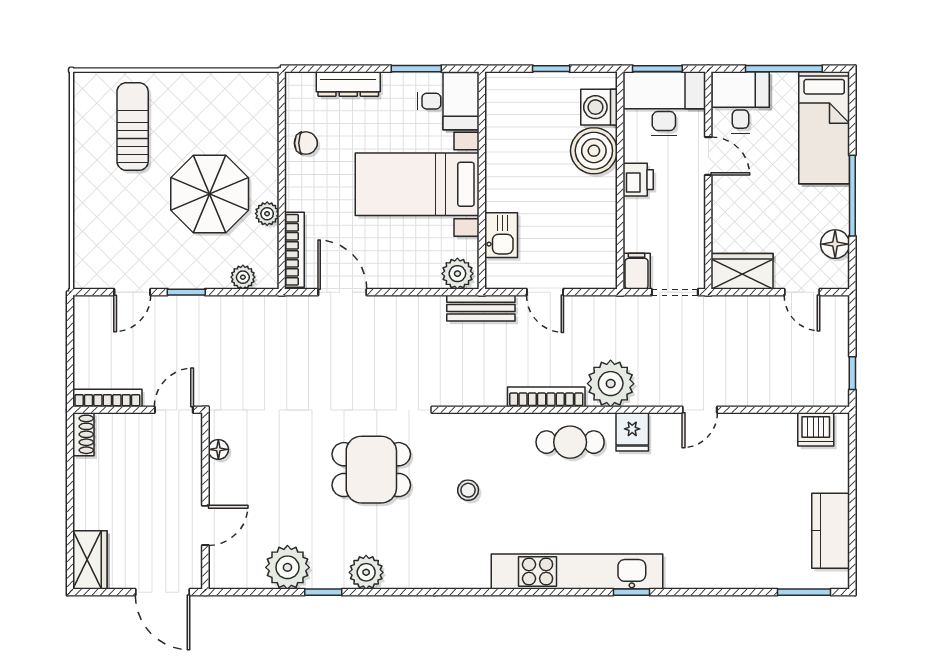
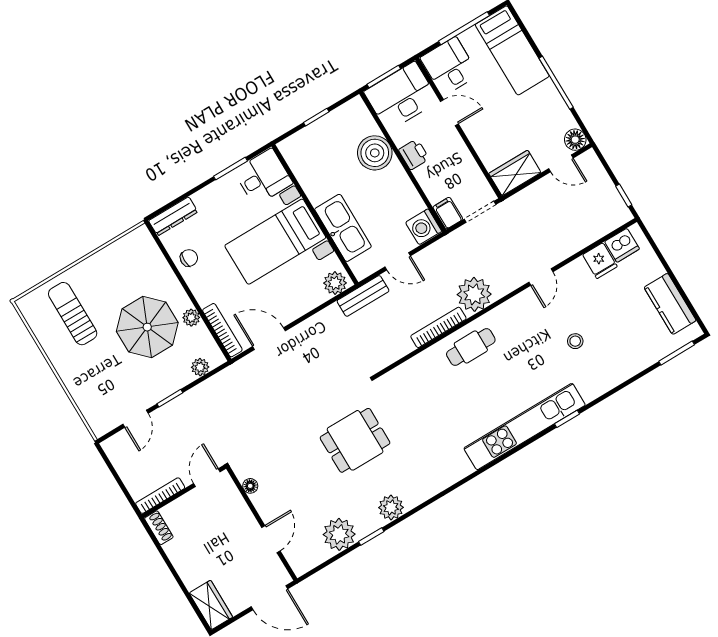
dresser: (348, 84) -> (173, 216), moved
washing machine: (599, 107) -> (424, 227), moved
kitchen sink: (501, 235) -> (343, 228), width x1.87, depth x1.24
floor lamp: (835, 244) -> (575, 140), moved
fridge: (632, 432) -> (600, 261), moved
stool: (468, 490) -> (575, 341), moved

